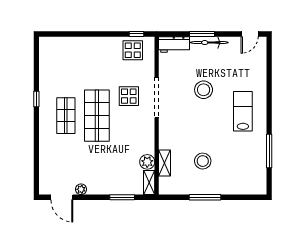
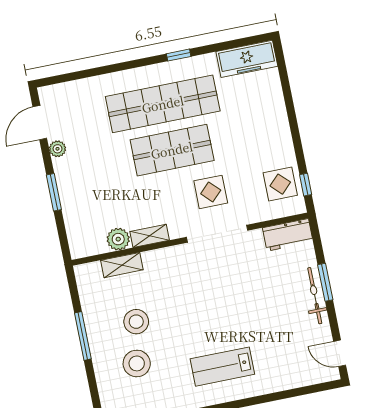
workbench: (174, 45) -> (288, 235), moved, turned -90
freezer: (48, 56) -> (247, 59), added
stool: (204, 90) -> (137, 363), moved
lab bench: (243, 111) -> (222, 367), turned 180
shop shelf: (66, 116) -> (163, 104), width x2.00, depth x1.36
shelving: (149, 183) -> (150, 236), moved
window: (122, 197) -> (54, 192), moved

